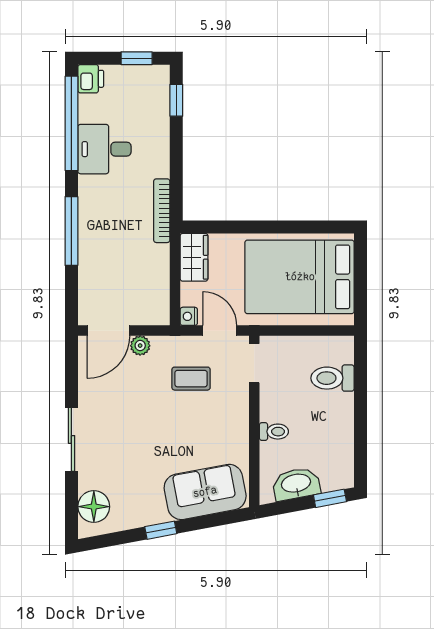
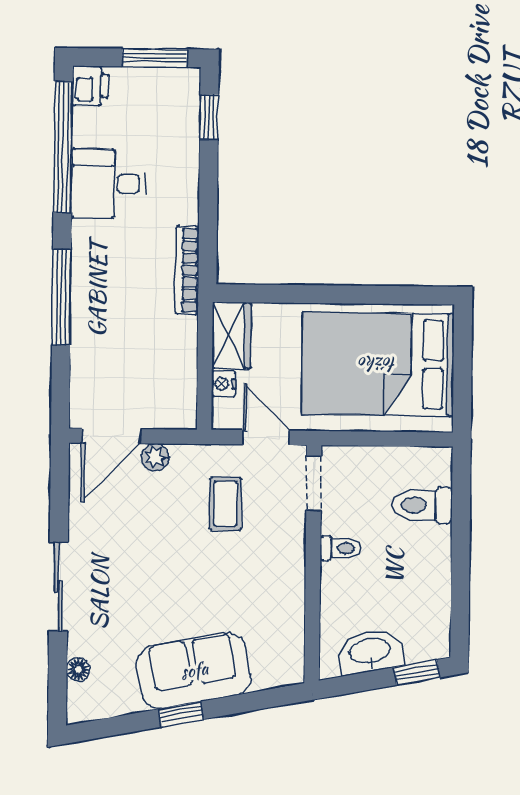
window: (137, 58) -> (155, 58), width x1.50
nightstand: (189, 316) -> (224, 384), moved
coffee table: (191, 379) -> (226, 504), turned 90
toilet: (274, 432) -> (340, 548), moved
sofa: (205, 492) -> (194, 670), moved
floor lamp: (94, 507) -> (78, 670), width x0.53, depth x0.53

